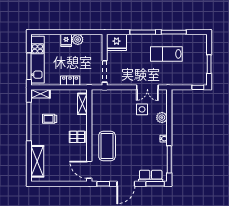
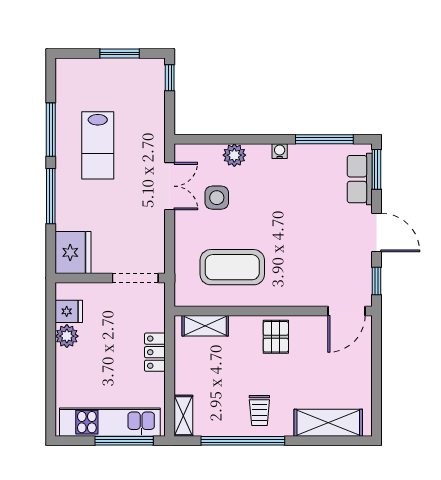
fridge: (66, 40) -> (69, 311), moved
trolley: (50, 119) -> (259, 410), moved
coffee table: (107, 146) -> (232, 267), moved

